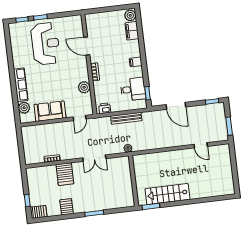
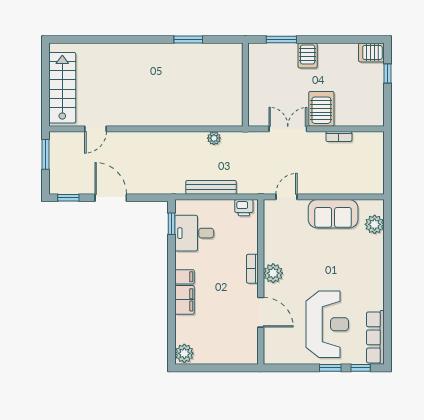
filing cabinet: (132, 31) -> (185, 300), moved
reception desk: (45, 44) -> (327, 324), turned 180
row of seats: (21, 85) -> (375, 337), moved
plant: (84, 87) -> (273, 273), moved
door: (176, 106) -> (111, 198), moved
door: (201, 145) -> (95, 129), swing flipped
double door: (94, 158) -> (288, 129), moved
wall: (133, 181) -> (245, 85), moved
stairs: (168, 194) -> (62, 88), moved, turned -90
server rack: (67, 207) -> (308, 56), moved

